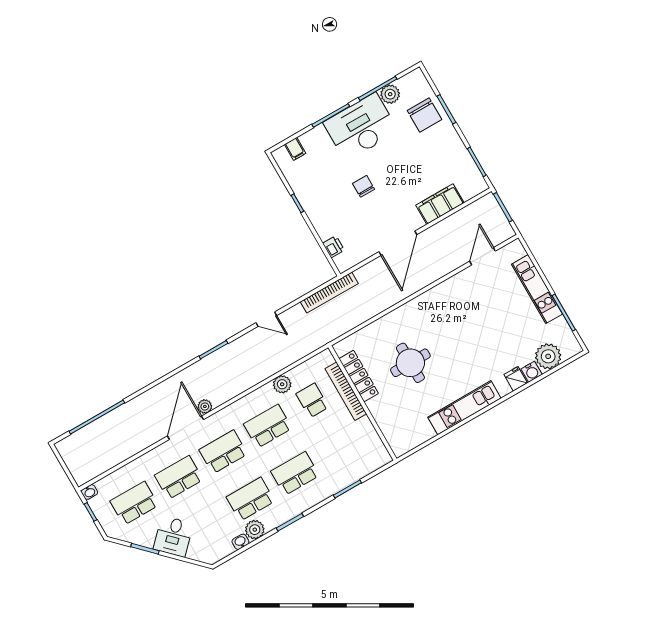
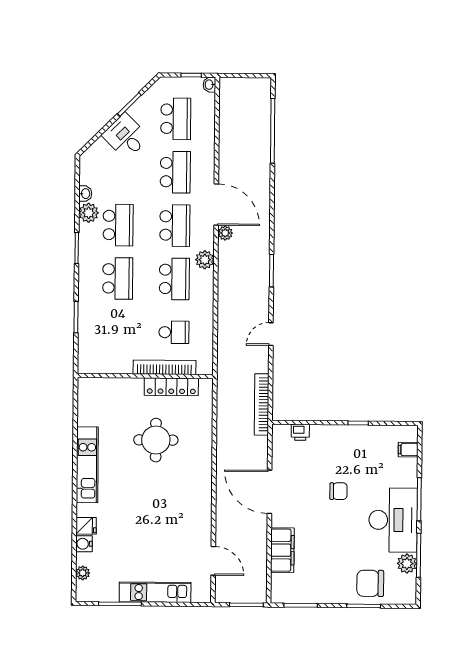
plant: (548, 356) -> (83, 573), width x0.53, depth x0.53
plant: (282, 384) -> (205, 260), moved

